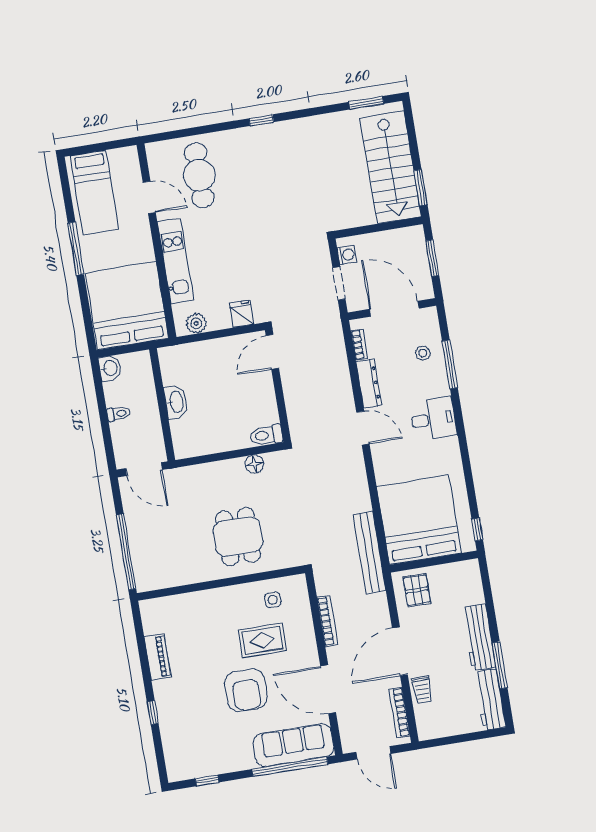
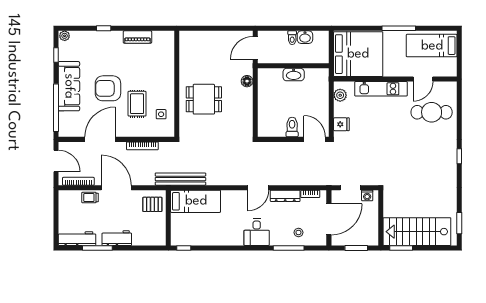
washbasin: (110, 368) -> (305, 37), moved
toilet: (266, 435) -> (292, 127), moved
floor lamp: (254, 464) -> (247, 81), moved
bed: (419, 520) -> (196, 201), width x0.49
window: (126, 552) -> (206, 28), removed
workbench: (479, 637) -> (117, 238), width x0.73
sofa: (293, 745) -> (69, 86), moved
door: (374, 753) -> (56, 161), swing flipped
plant: (175, 772) -> (65, 36), added

